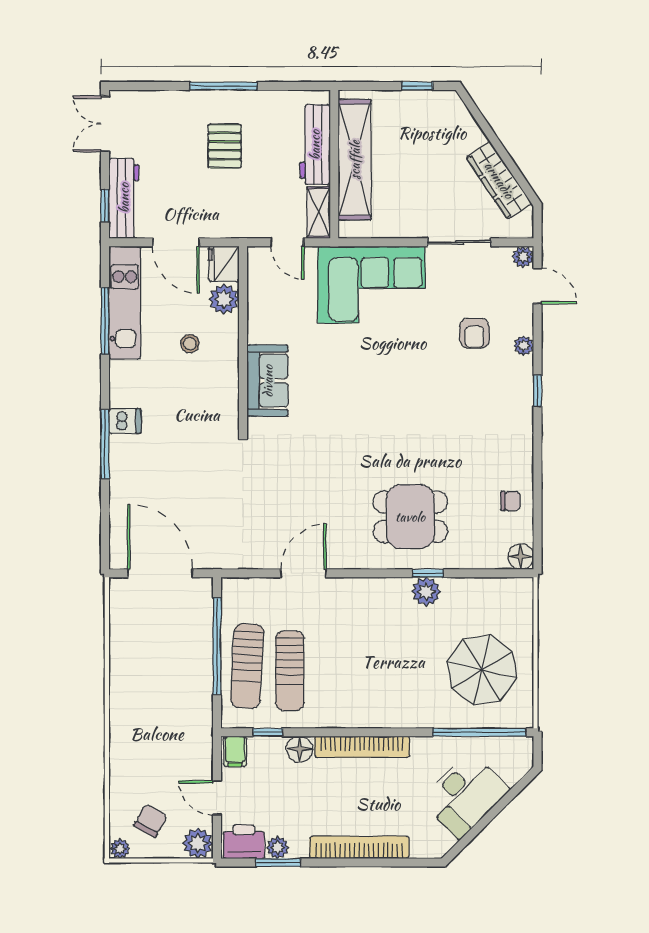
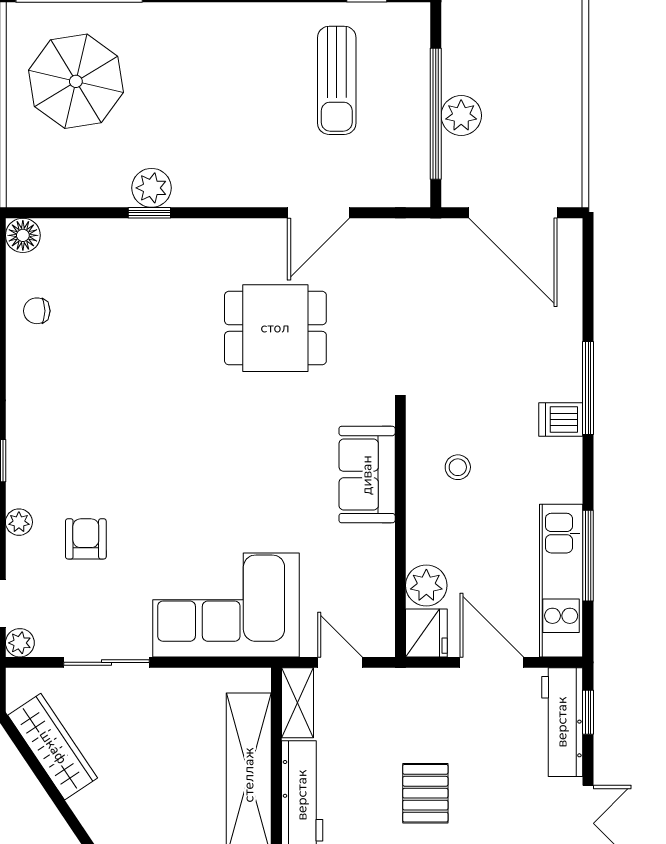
stool: (190, 344) -> (458, 467), moved
dining table: (410, 517) -> (275, 328), moved
plant: (198, 645) -> (461, 116), added
sun lounger: (247, 666) -> (395, 87), removed
sun lounger: (290, 671) -> (337, 80), turned 180

